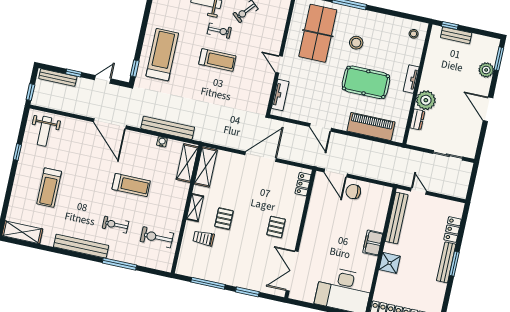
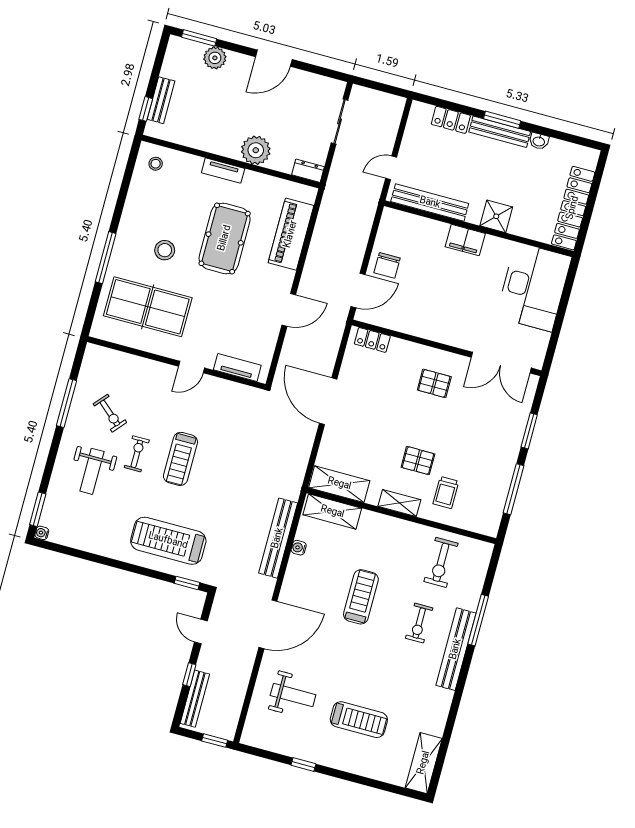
treadmill: (217, 60) -> (180, 459), turned 180
dresser: (417, 119) -> (308, 171), moved
weight bench: (45, 131) -> (293, 695), moved
bench: (81, 246) -> (456, 649), moved
washbasin: (441, 289) -> (539, 141), added

